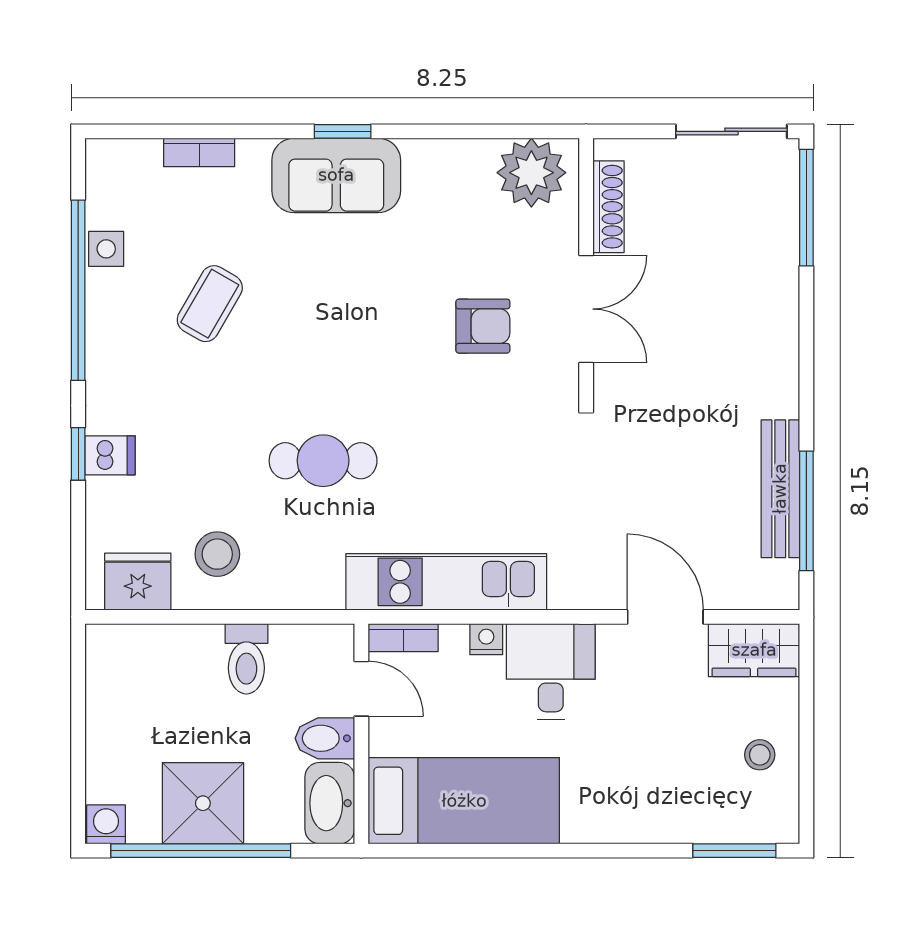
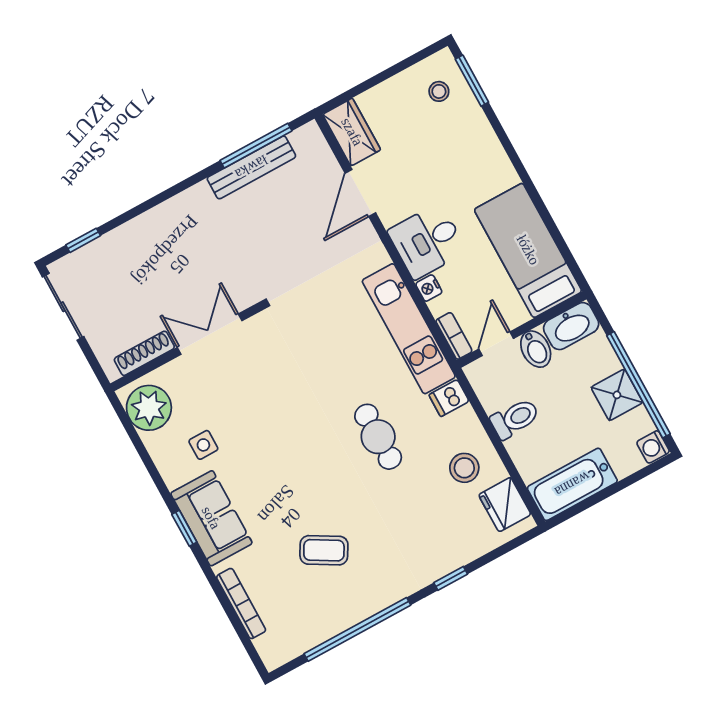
bookcase: (199, 152) -> (241, 603), width x1.56
window: (806, 208) -> (83, 240), width x0.46
side table: (106, 249) -> (203, 445), moved
armchair: (483, 326) -> (252, 388), removed
dishwasher: (110, 455) -> (449, 398), moved, turned -90
bathtub: (115, 688) -> (572, 484), added
stool: (760, 755) -> (439, 91), moved
shower: (203, 803) -> (617, 395), width x0.73, depth x0.73

